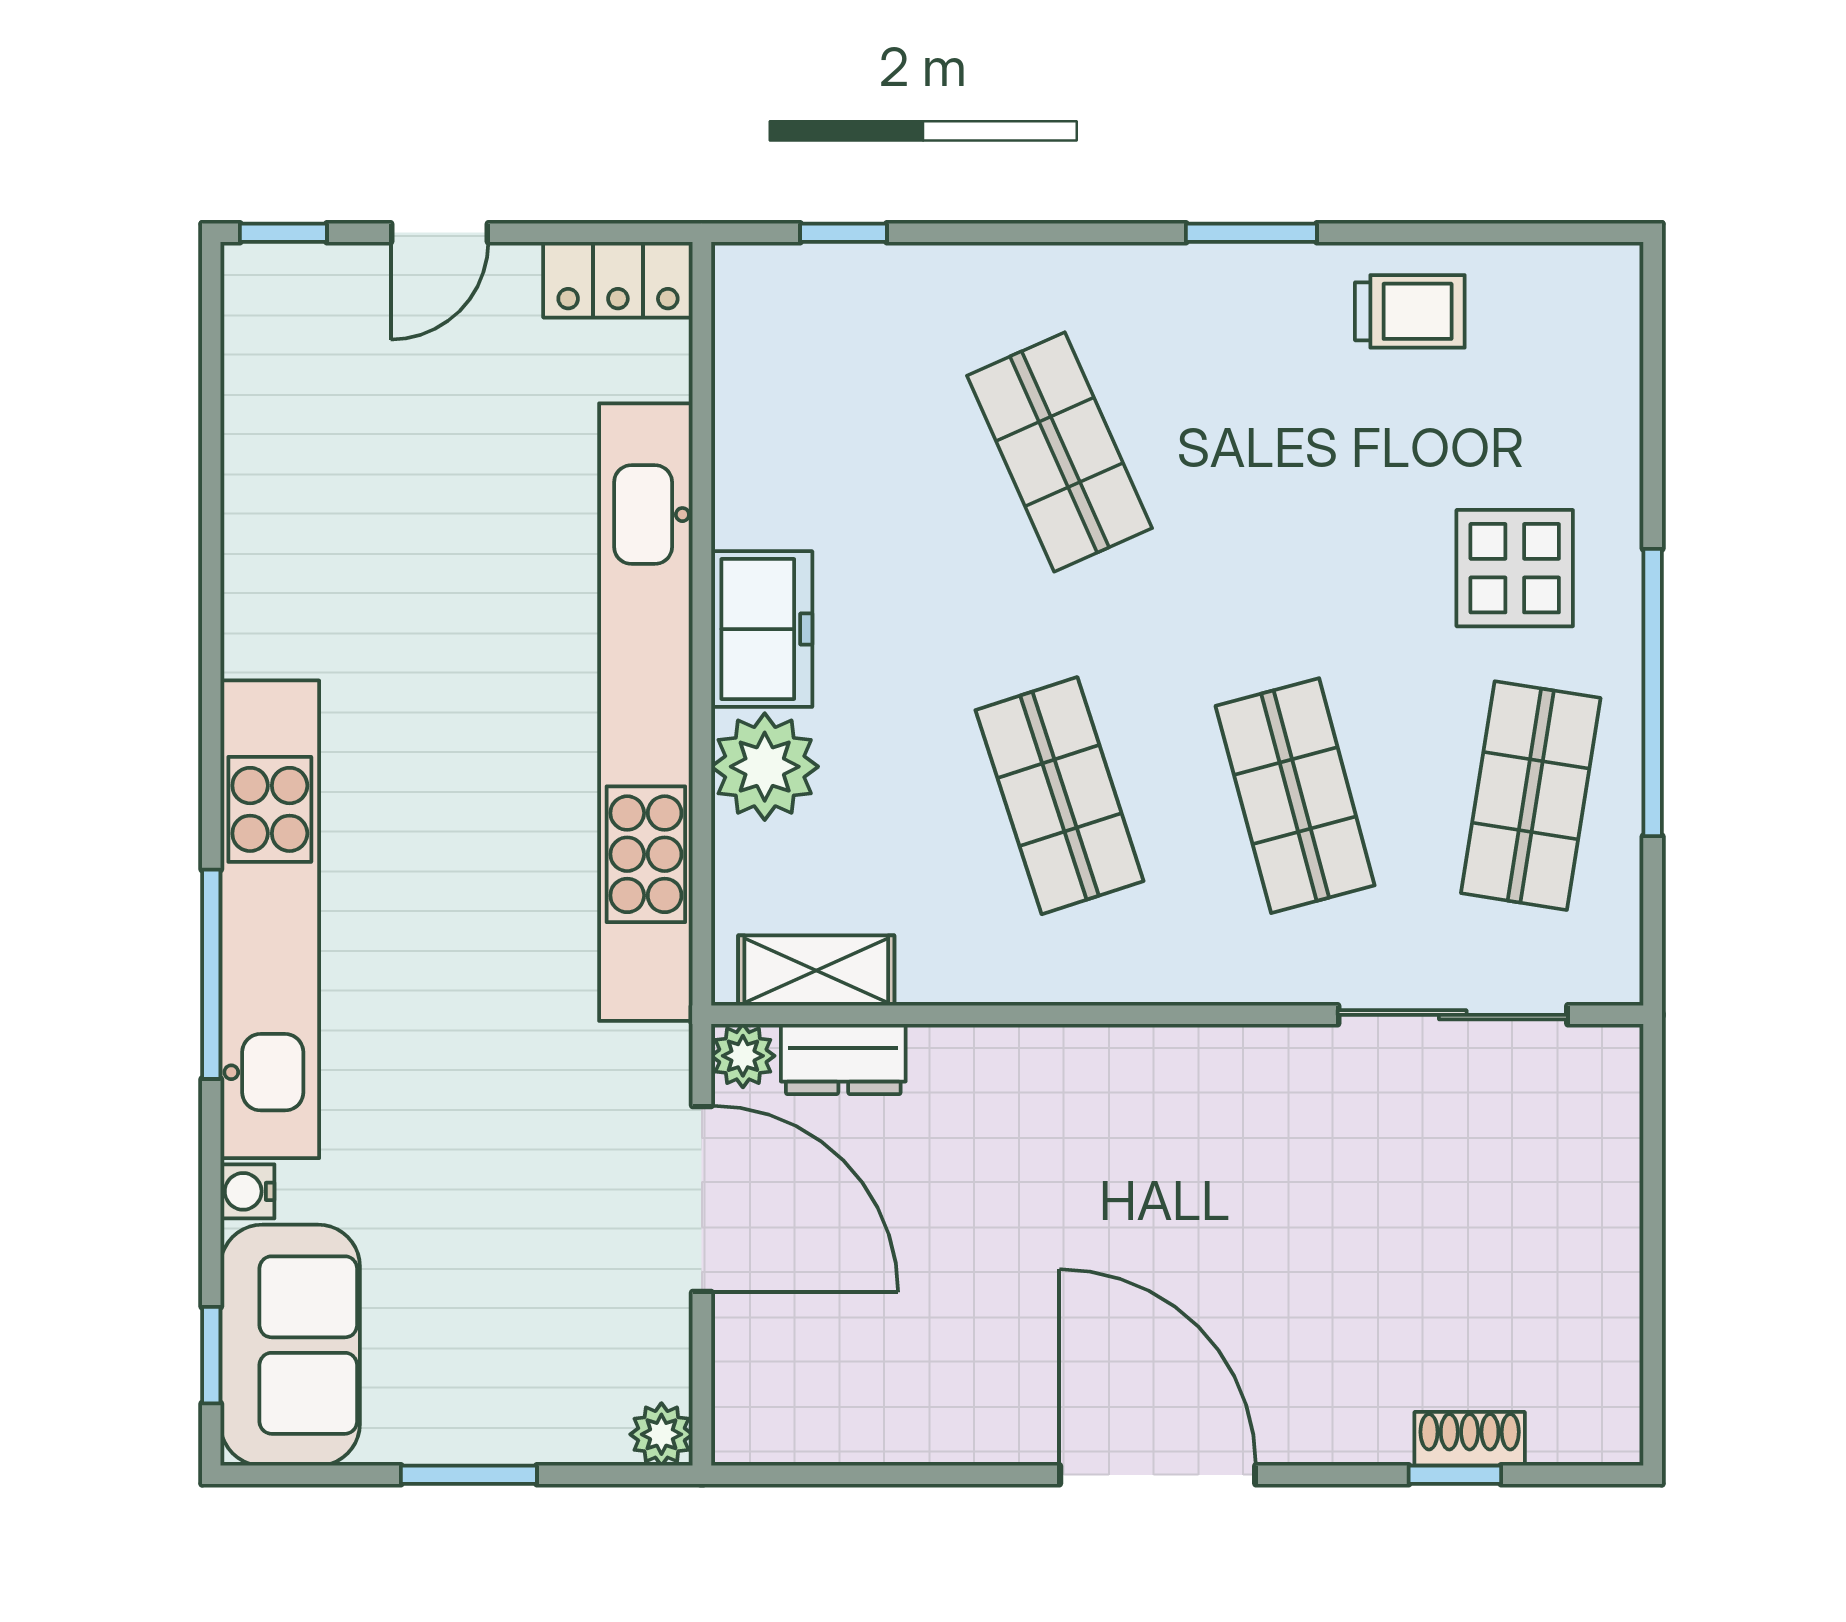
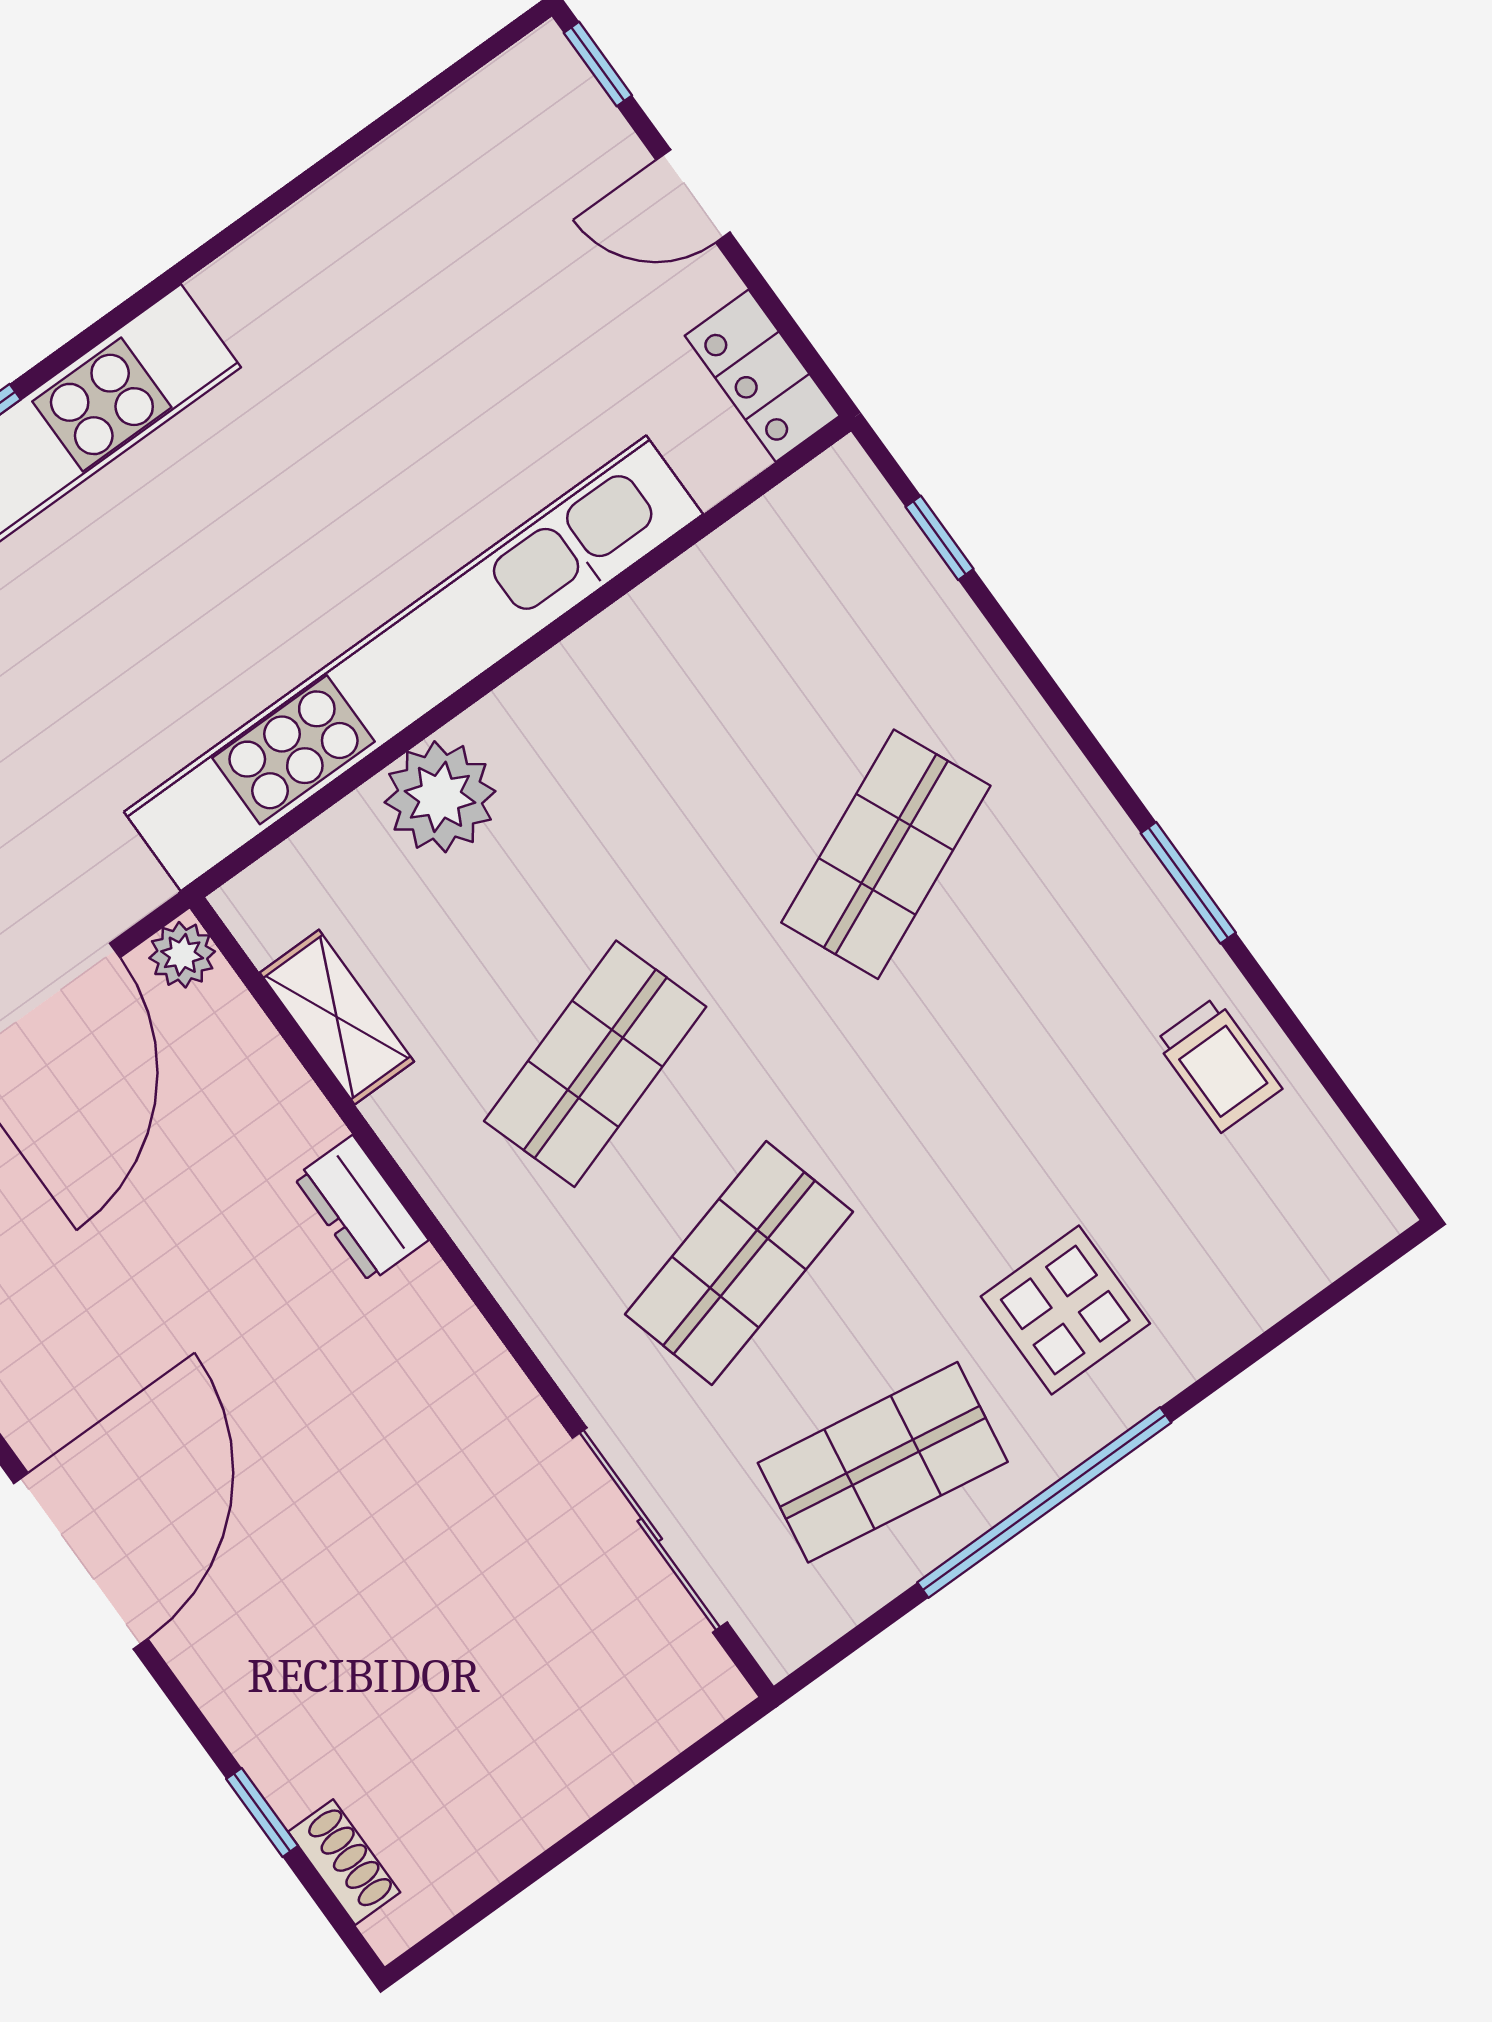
freezer: (762, 629) -> (555, 710), removed
shelving: (816, 970) -> (337, 1017), moved
dresser: (843, 1059) -> (361, 1209), moved
shoe rack: (1470, 1439) -> (344, 1862), moved

